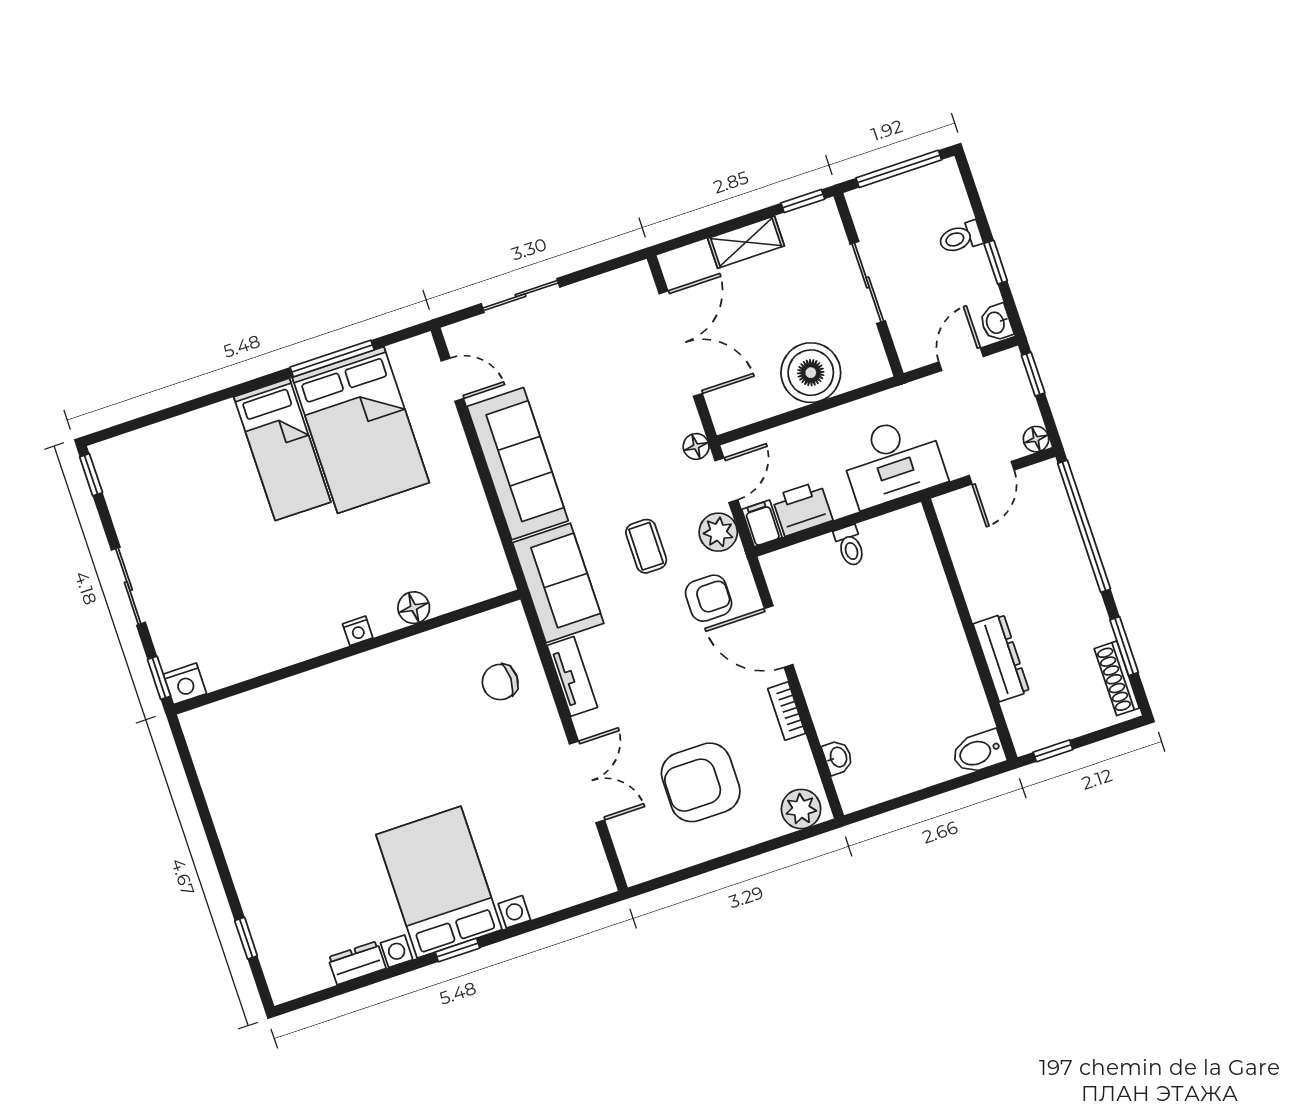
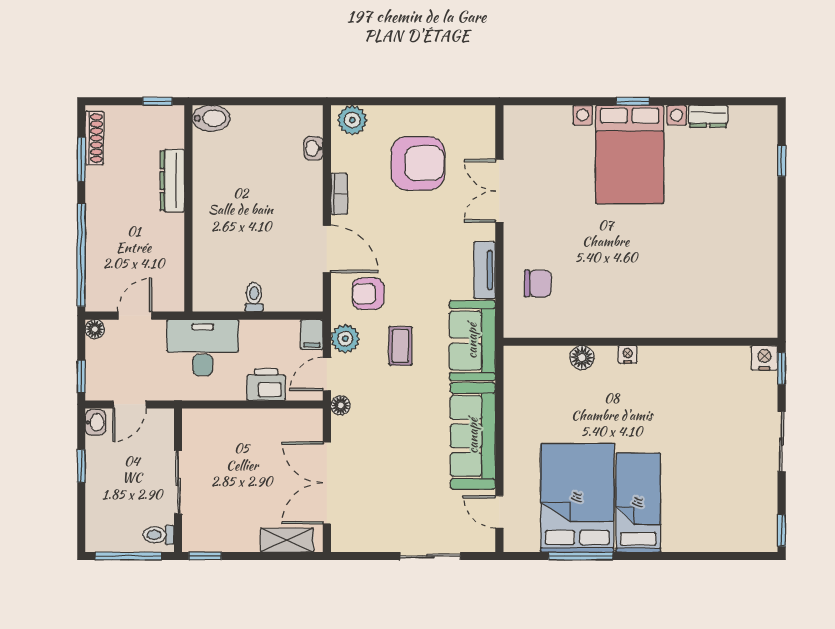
toilet: (960, 238) -> (159, 535), moved, turned 180
shelving: (746, 242) -> (287, 540), moved
boiler: (811, 373) -> (240, 431), removed
printer: (802, 508) -> (266, 385), moved, turned 180

